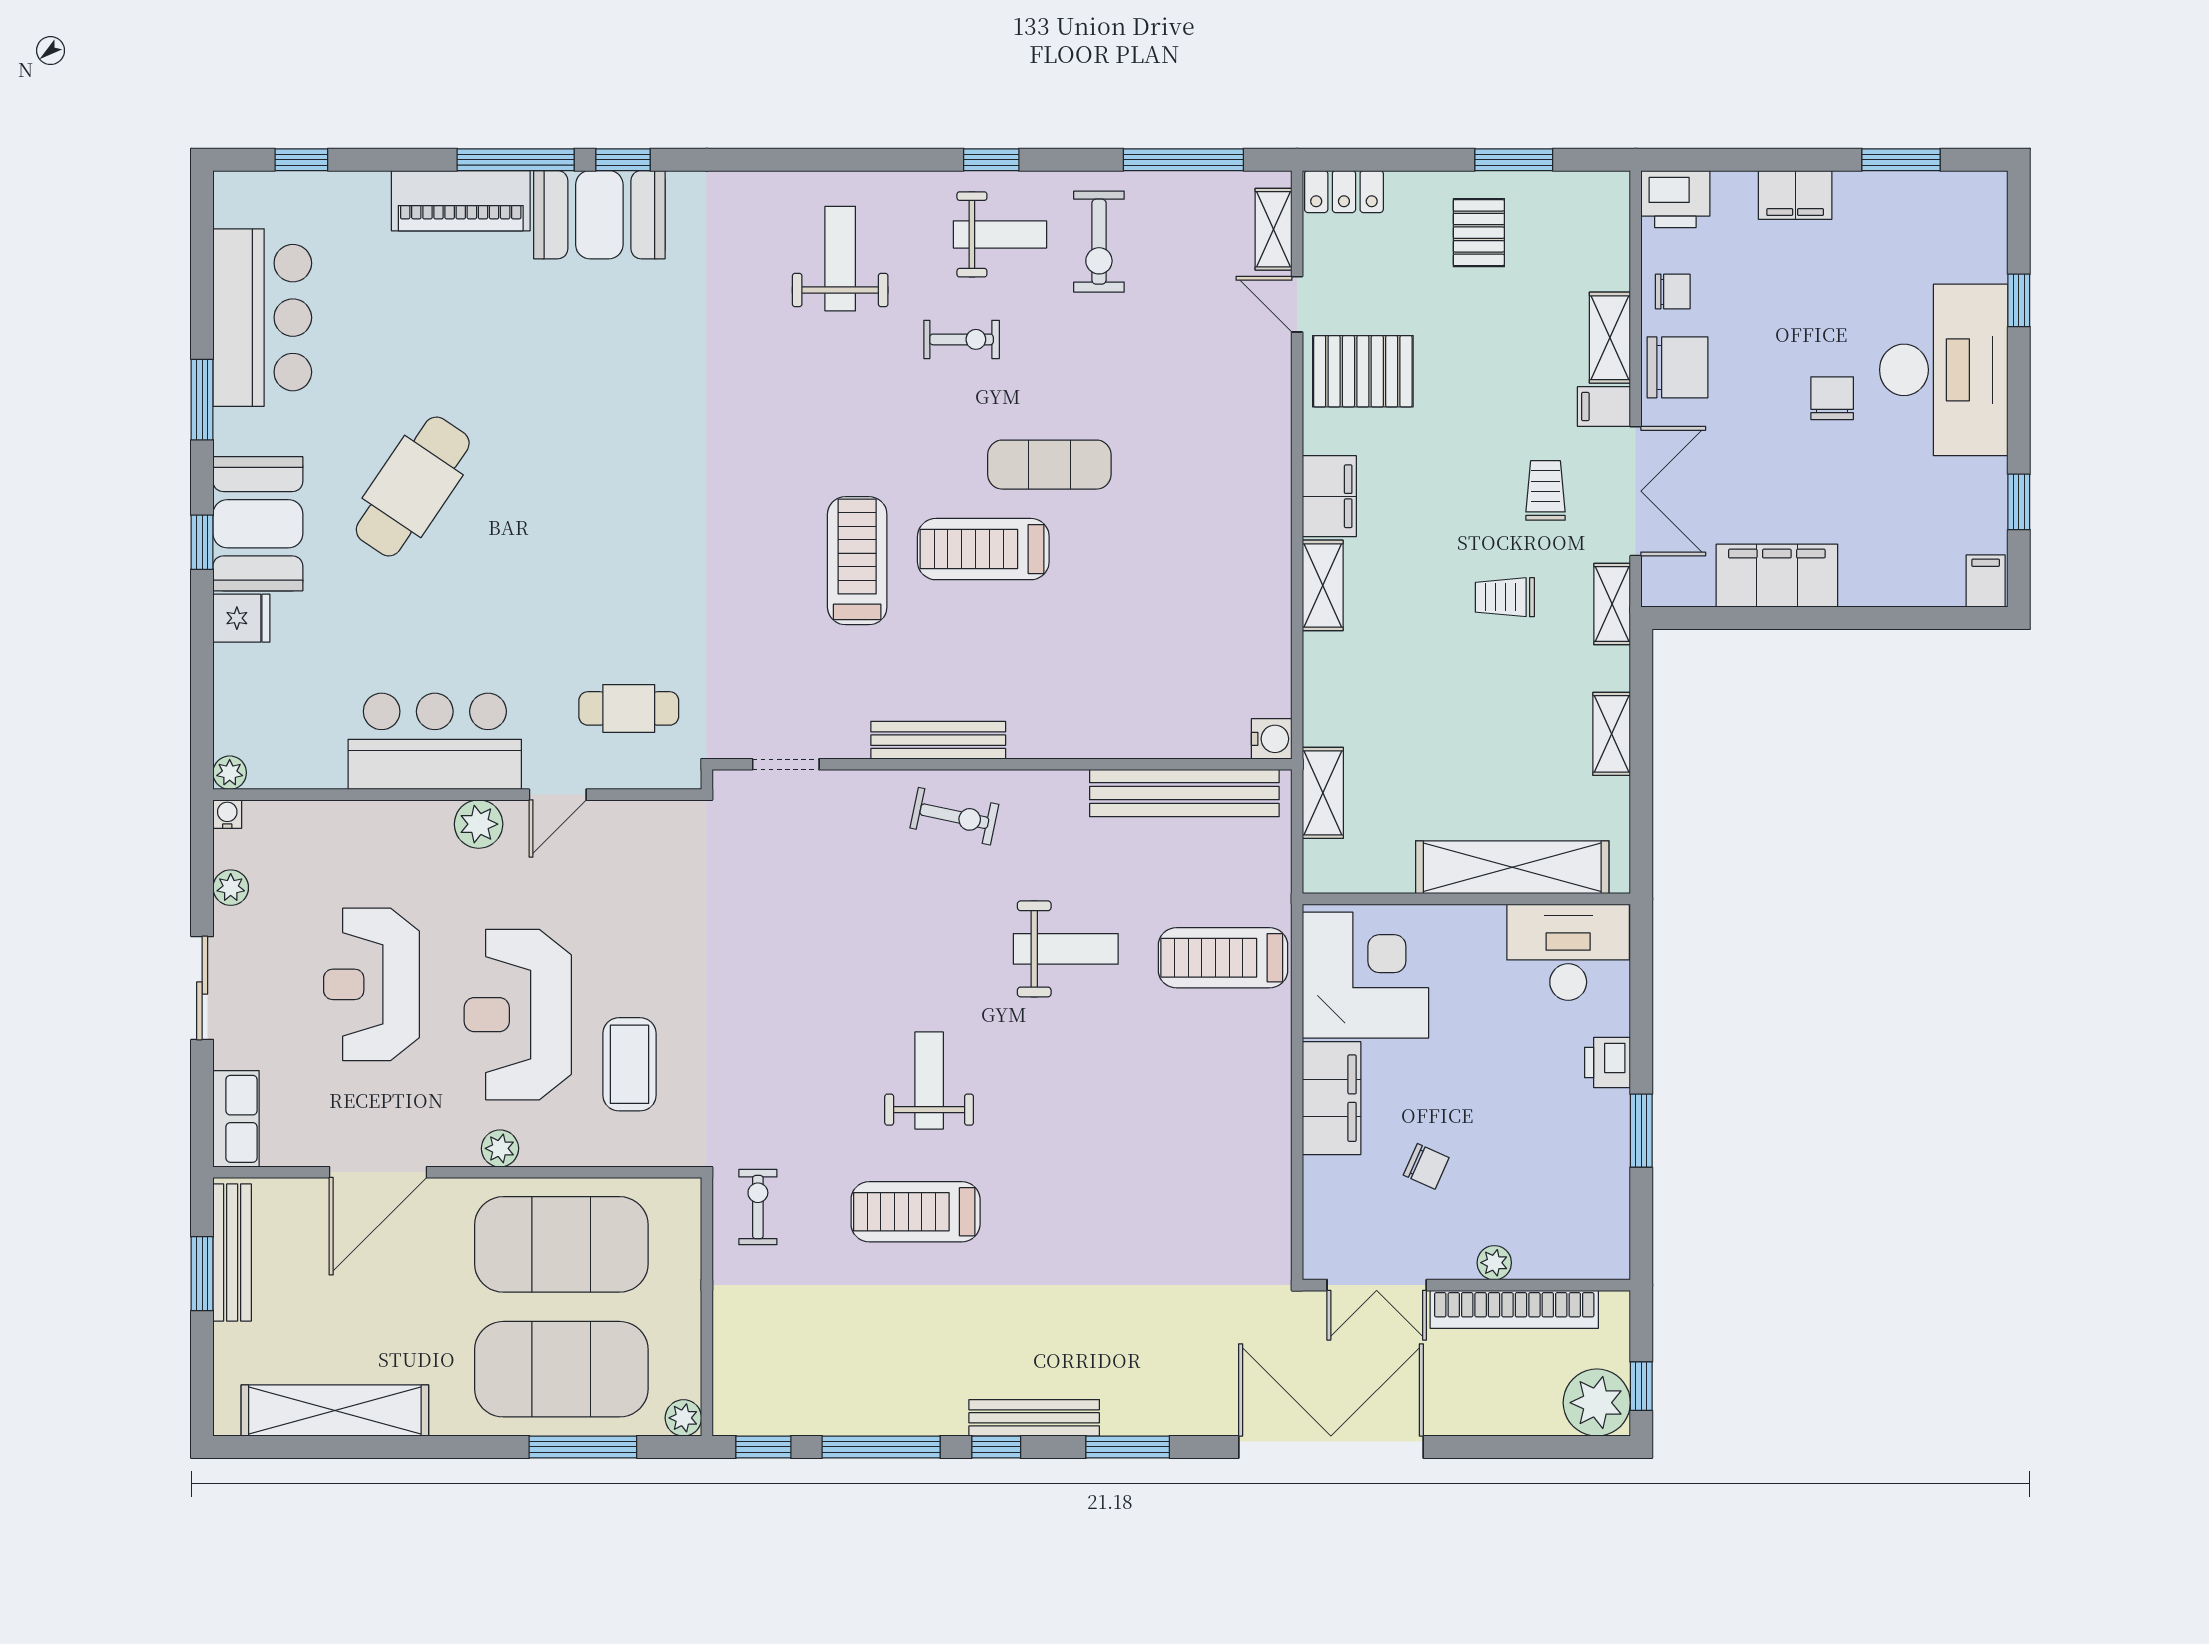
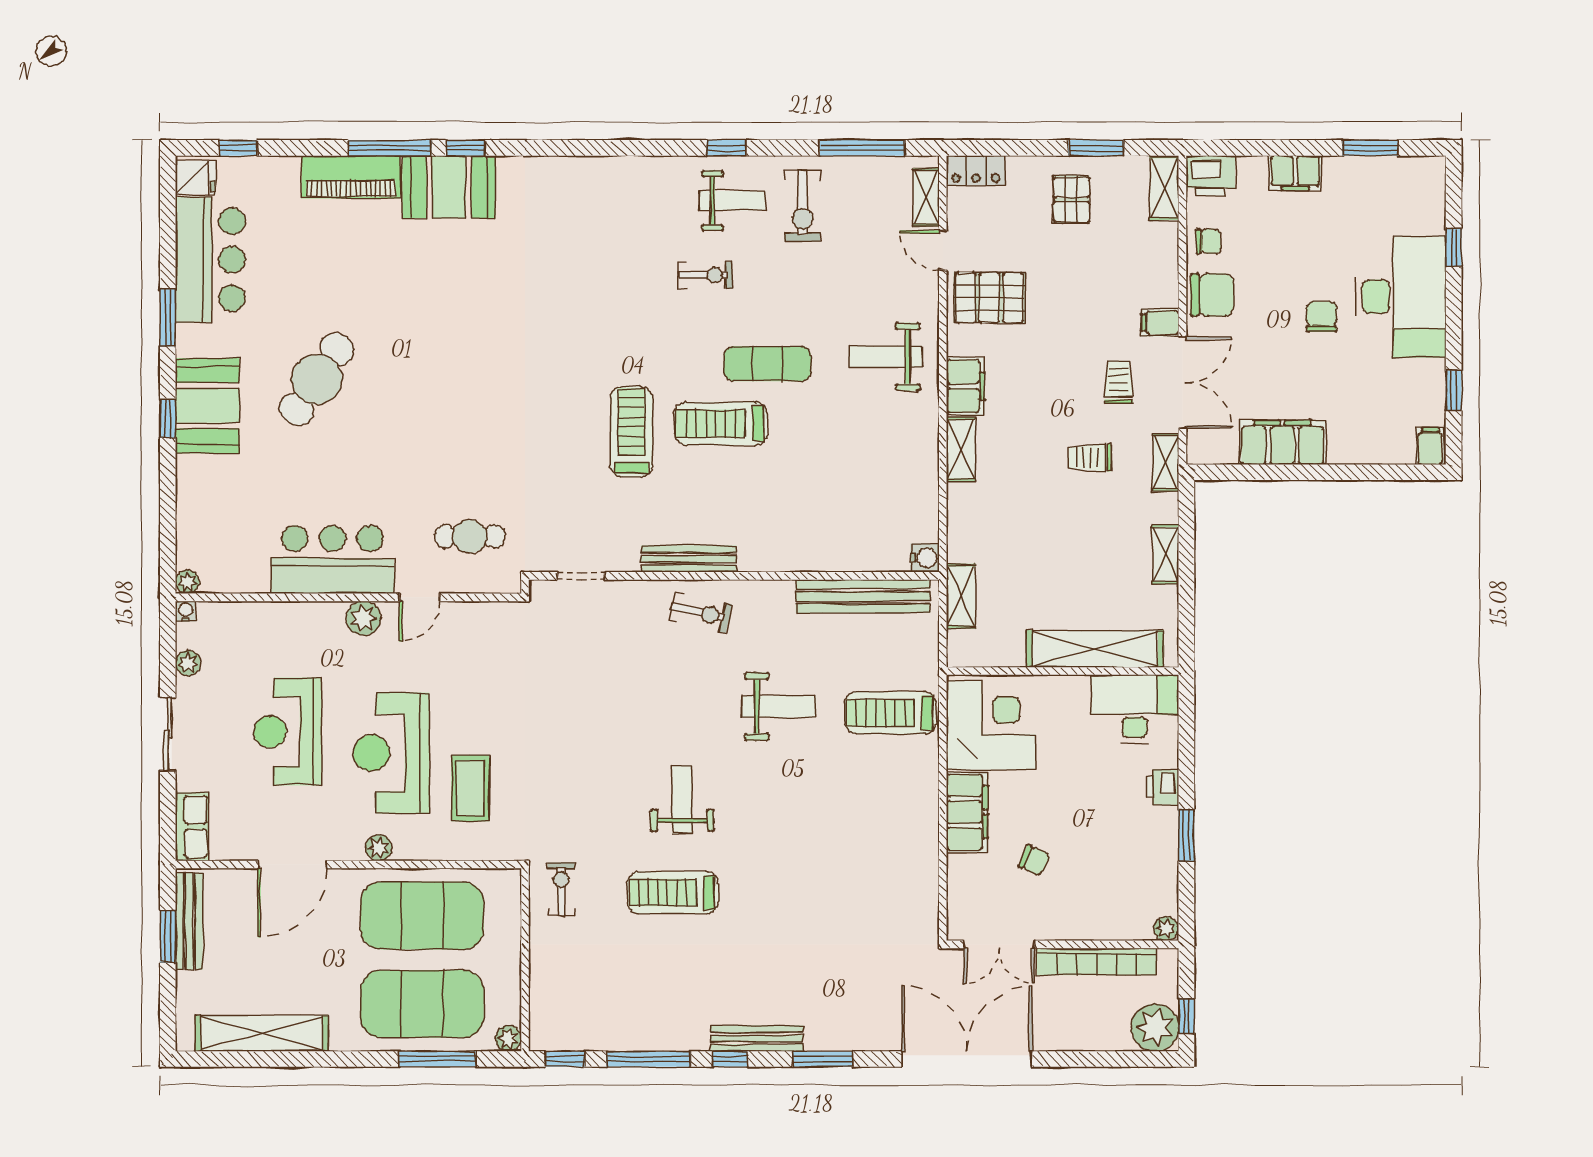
weight bench: (840, 259) -> (885, 357), moved, turned -90
shelving: (1610, 338) -> (1164, 188), moved
fridge: (241, 618) -> (196, 178), moved
plant: (1494, 1263) -> (1166, 929), moved

